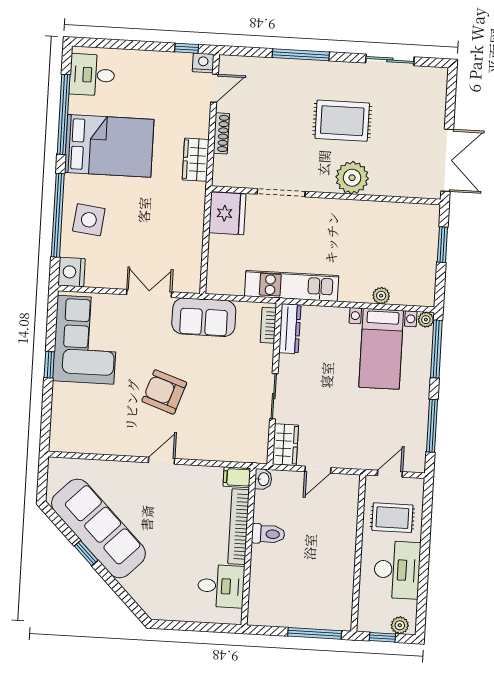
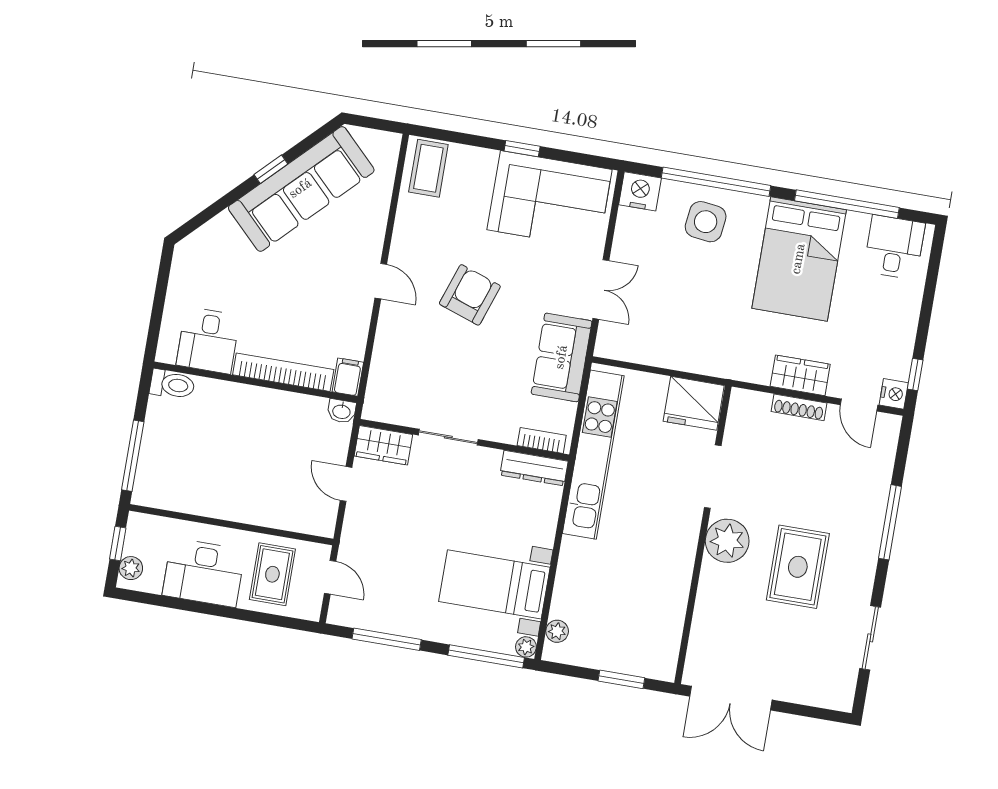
wardrobe: (196, 160) -> (800, 375), moved
plant: (352, 178) -> (727, 541), moved
kitchen unit: (292, 286) -> (593, 455), width x1.36
plant: (381, 296) -> (557, 631), moved
coffee table: (72, 434) -> (428, 168), added
toilet: (268, 534) -> (172, 384), moved, turned -90

